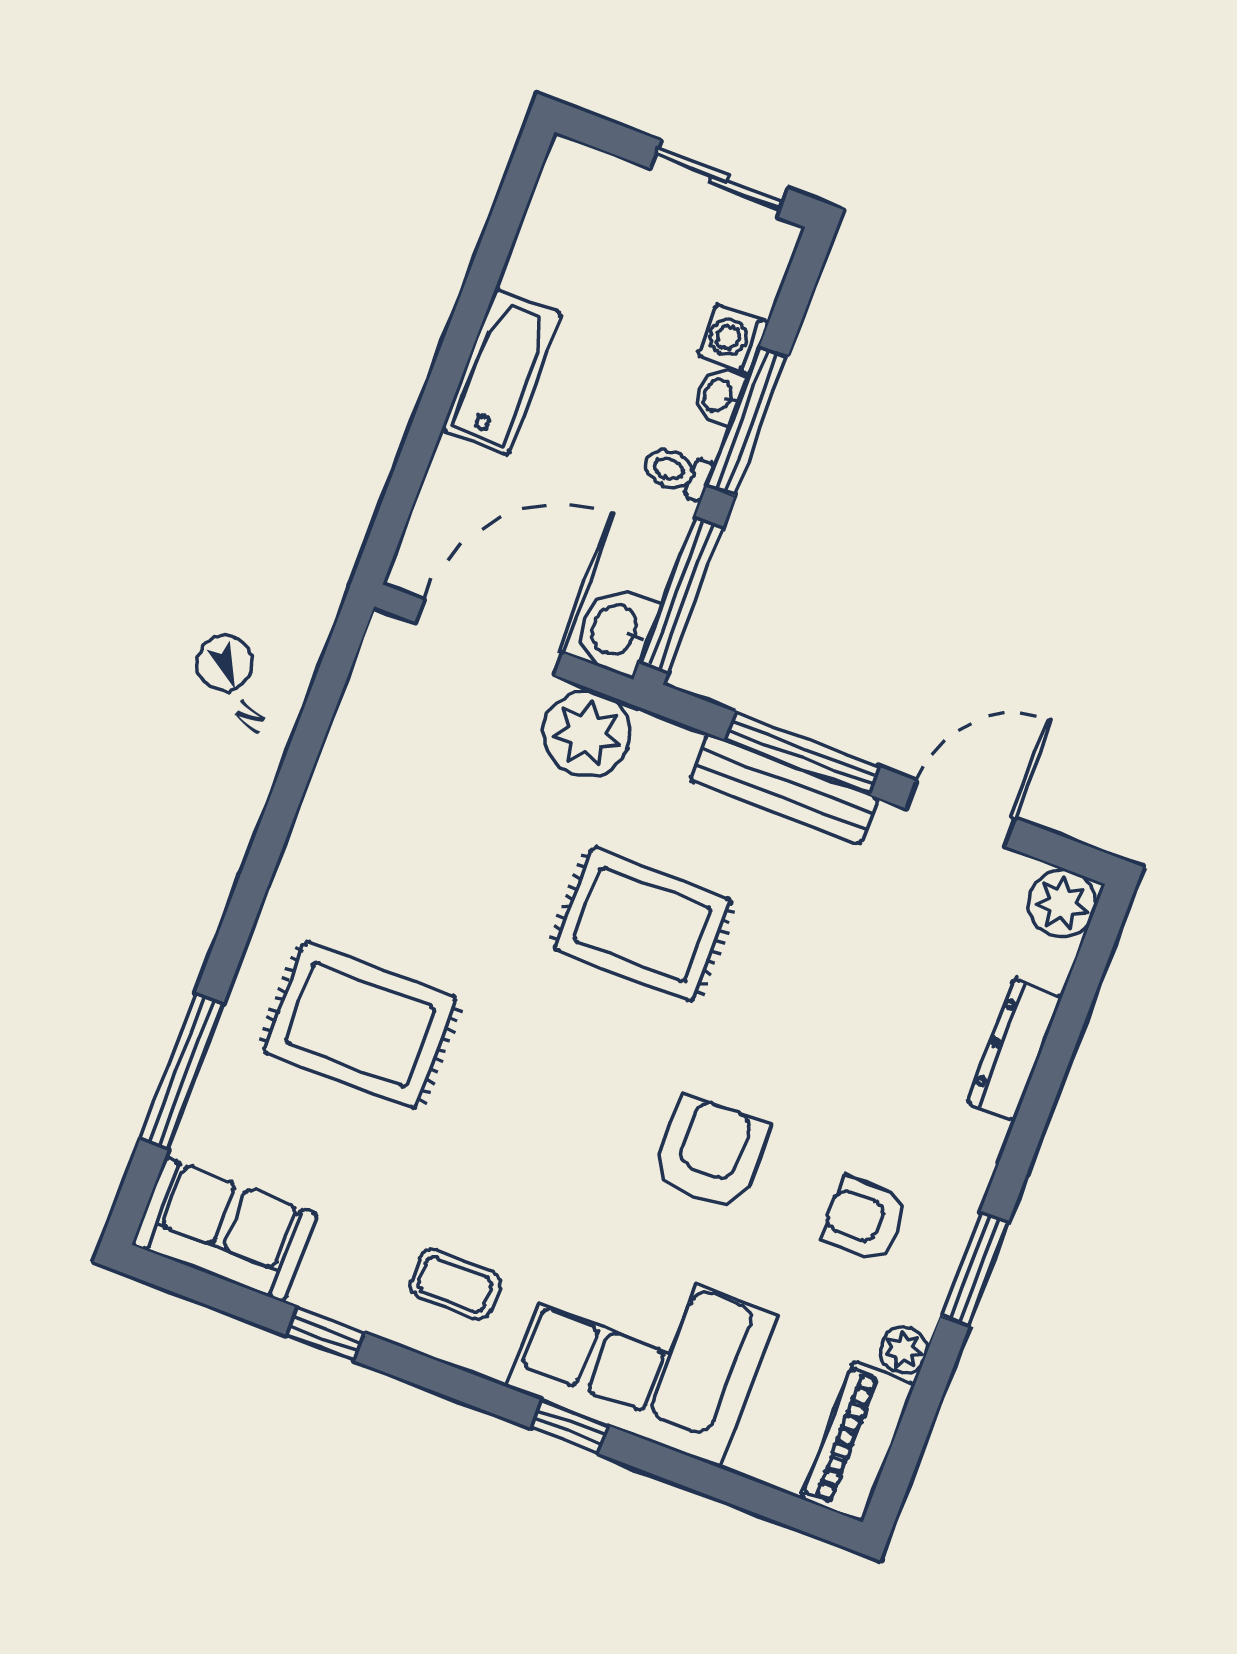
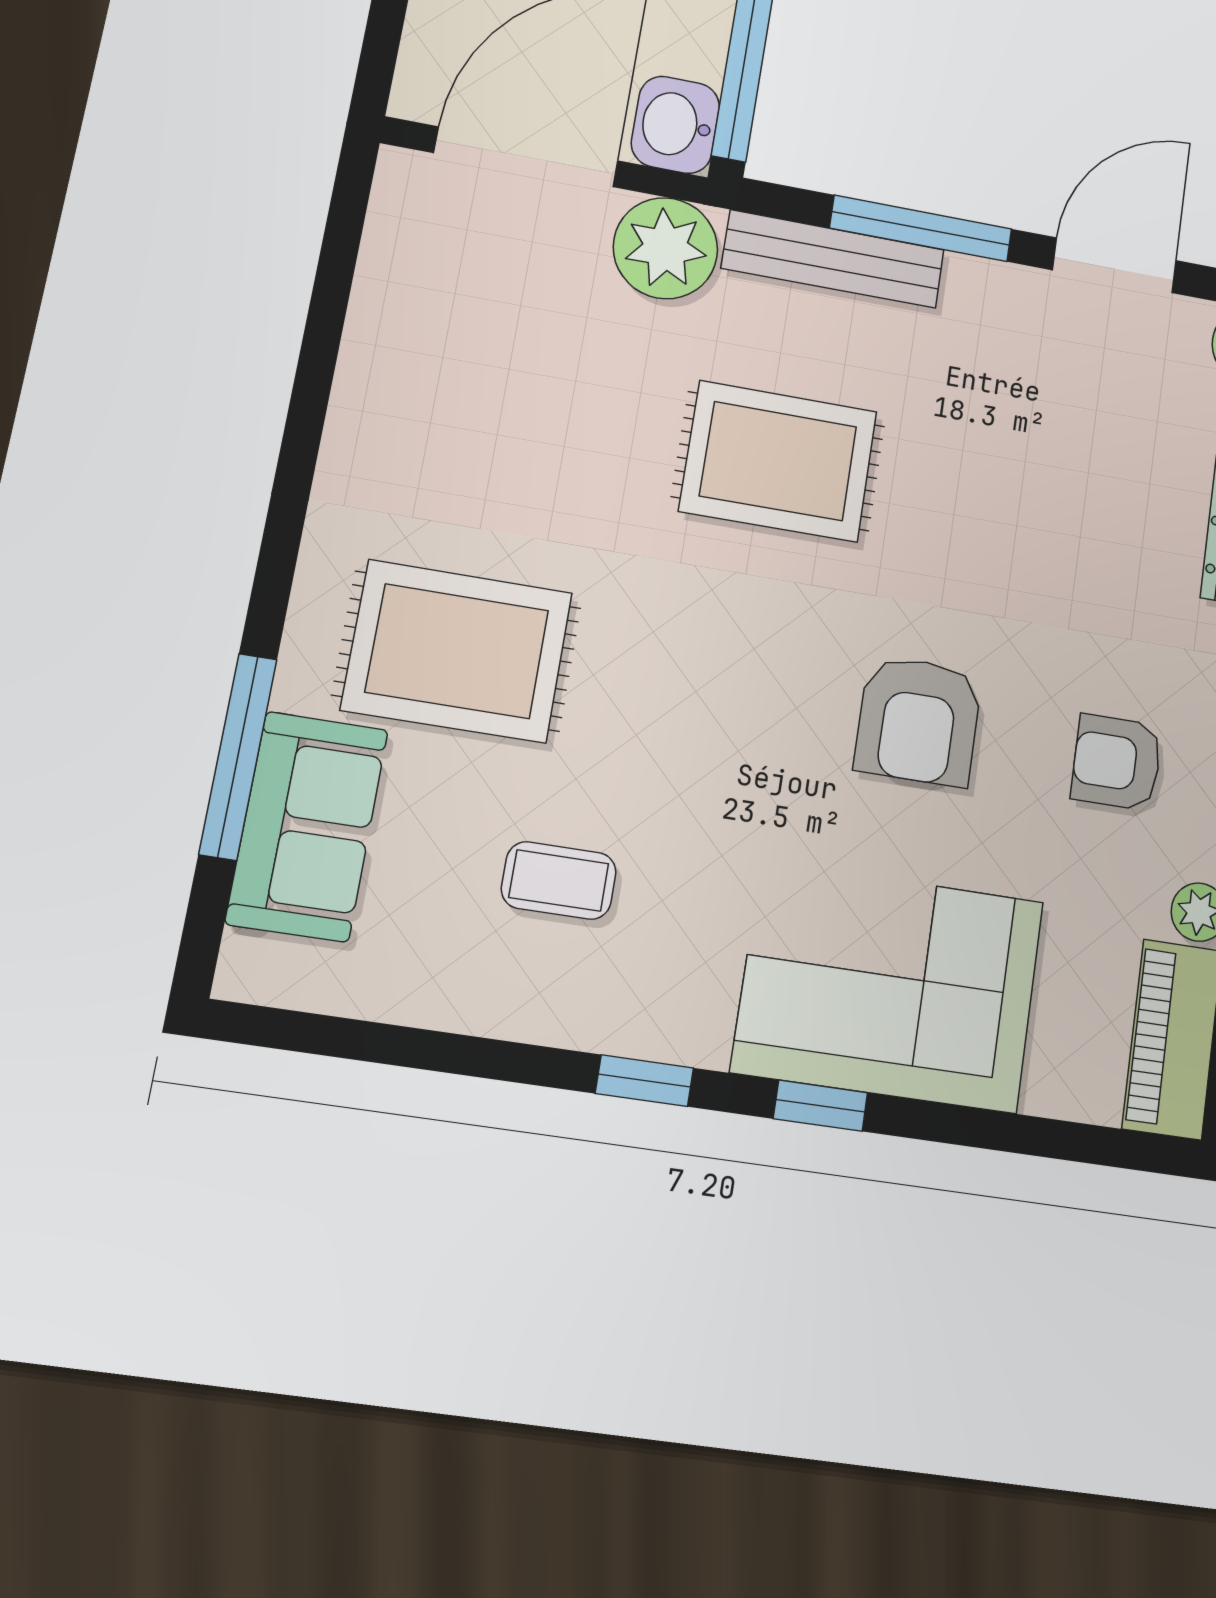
bench: (784, 789) -> (833, 259), moved
armchair: (710, 1153) -> (918, 721), turned 180
sofa: (224, 1230) -> (307, 826), moved, turned 90
coffee table: (455, 1284) -> (559, 880), moved
window: (325, 1334) -> (644, 1081), moved

